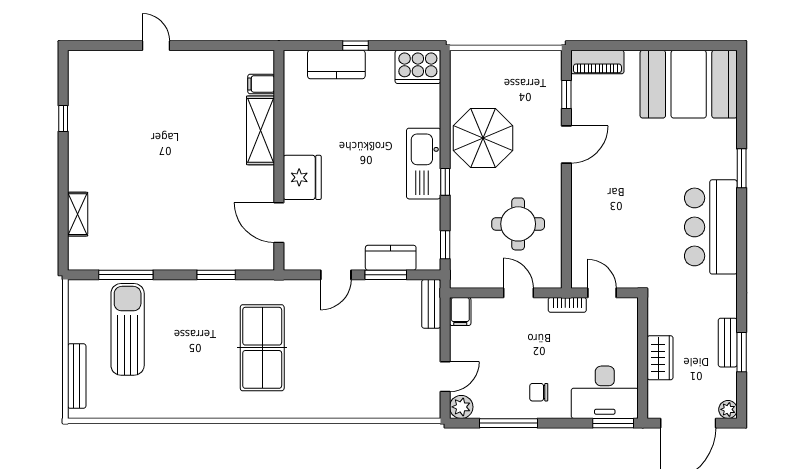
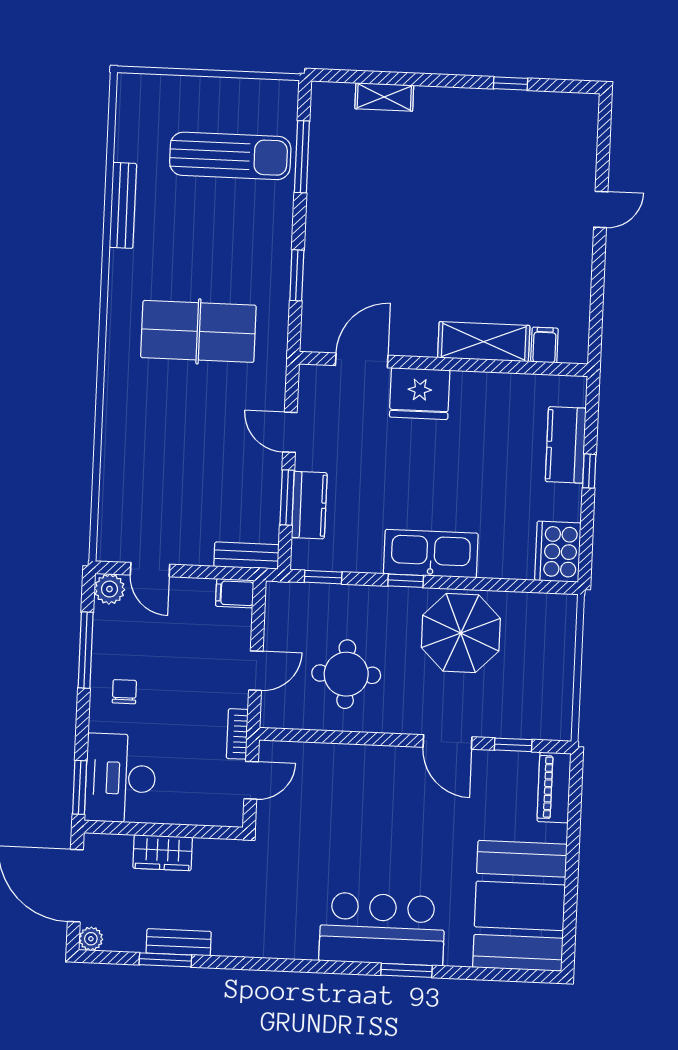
bar counter: (711, 227) -> (382, 929), moved
bench: (77, 376) -> (123, 205), moved, turned 90

